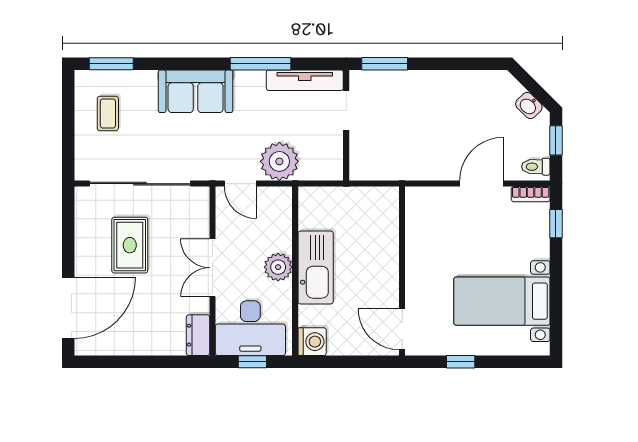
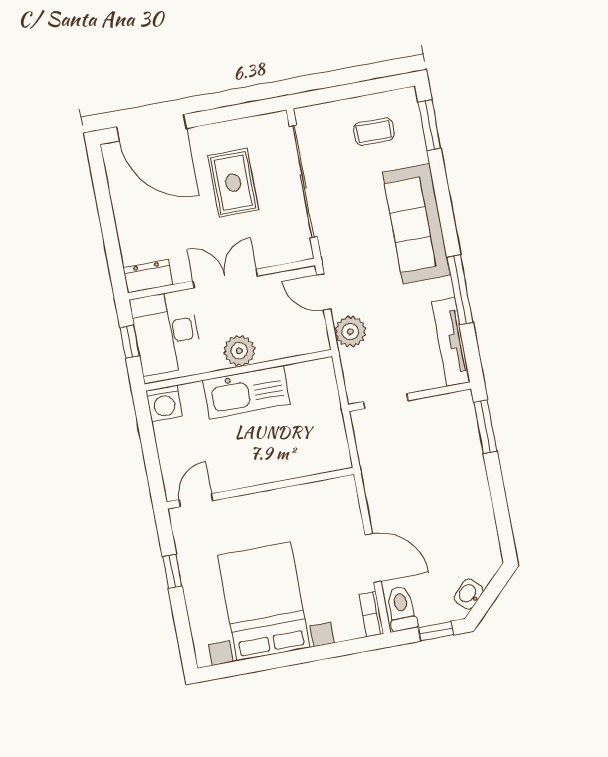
sofa: (196, 91) -> (416, 224), width x1.36
doorway: (346, 110) -> (386, 401), moved
plant: (279, 161) -> (350, 332), width x0.73, depth x0.73
toilet: (536, 167) -> (402, 608), width x1.37, depth x1.39
door: (240, 184) -> (324, 292), hinge flipped
window: (556, 224) -> (344, 648), removed
rug: (130, 245) -> (233, 183), turned 90
bed with nightstands: (502, 301) -> (264, 601), width x1.36
door: (402, 329) -> (196, 500), width x0.73

